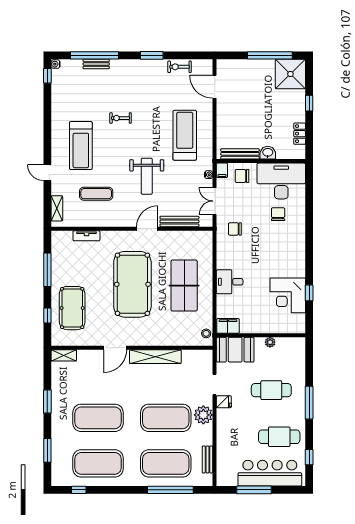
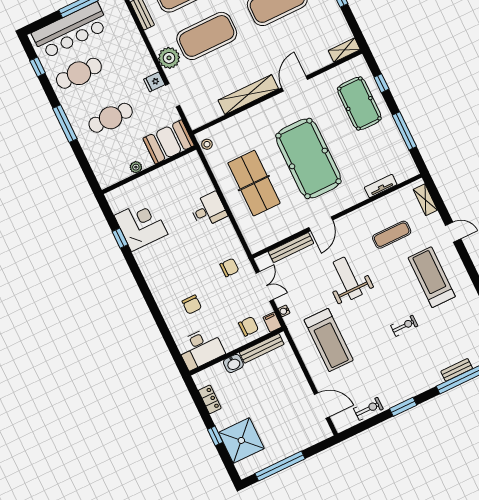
shower: (290, 74) -> (241, 440), moved
desk: (281, 181) -> (200, 348), width x0.73, depth x0.77
filing cabinet: (228, 326) -> (188, 163), removed

